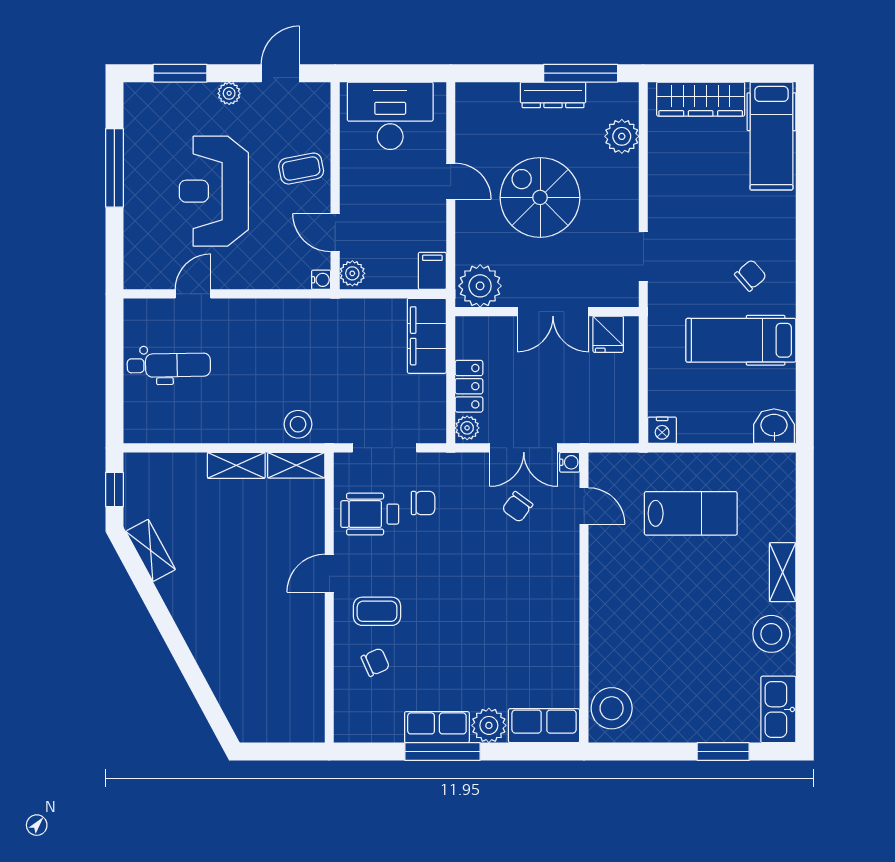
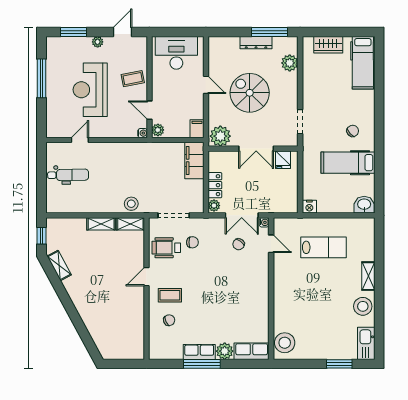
wardrobe: (701, 99) -> (328, 45), width x0.67

